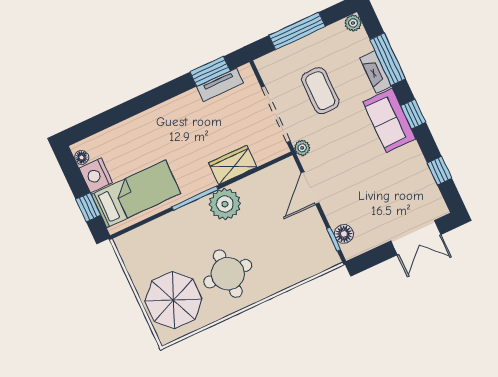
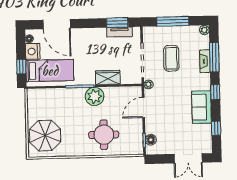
door: (115, 116) -> (57, 24), added
sofa: (389, 120) -> (202, 107), moved
round table: (228, 274) -> (104, 135), moved

